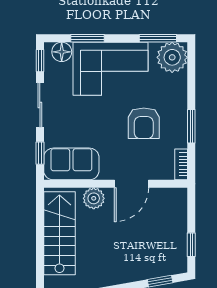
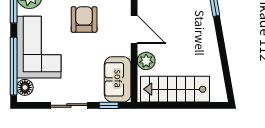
window: (87, 38) -> (14, 66), width x2.11
window: (40, 61) -> (32, 105), removed
armchair: (144, 123) -> (84, 20), turned -90

